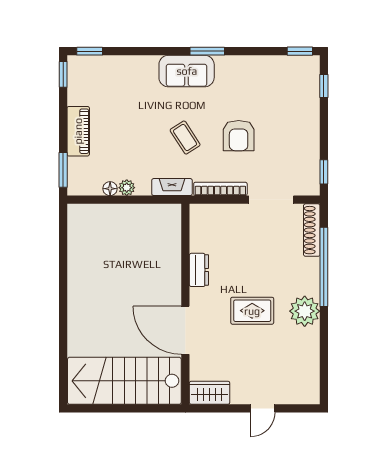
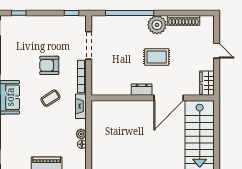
armchair: (239, 136) -> (49, 65), turned 180
shoe rack: (312, 230) -> (184, 20), moved
dresser: (199, 270) -> (142, 90), moved
rug: (252, 311) -> (157, 57), turned 90

